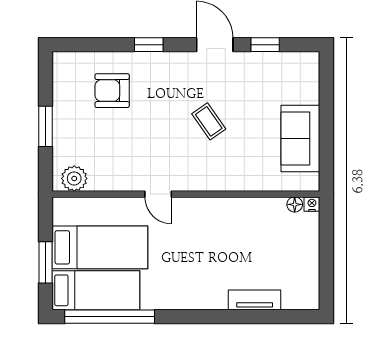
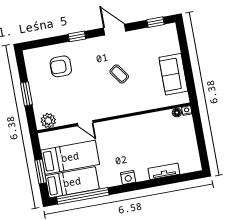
window: (265, 45) -> (156, 22), moved
door: (158, 194) -> (85, 123), moved
nightstand: (192, 299) -> (128, 177), added

